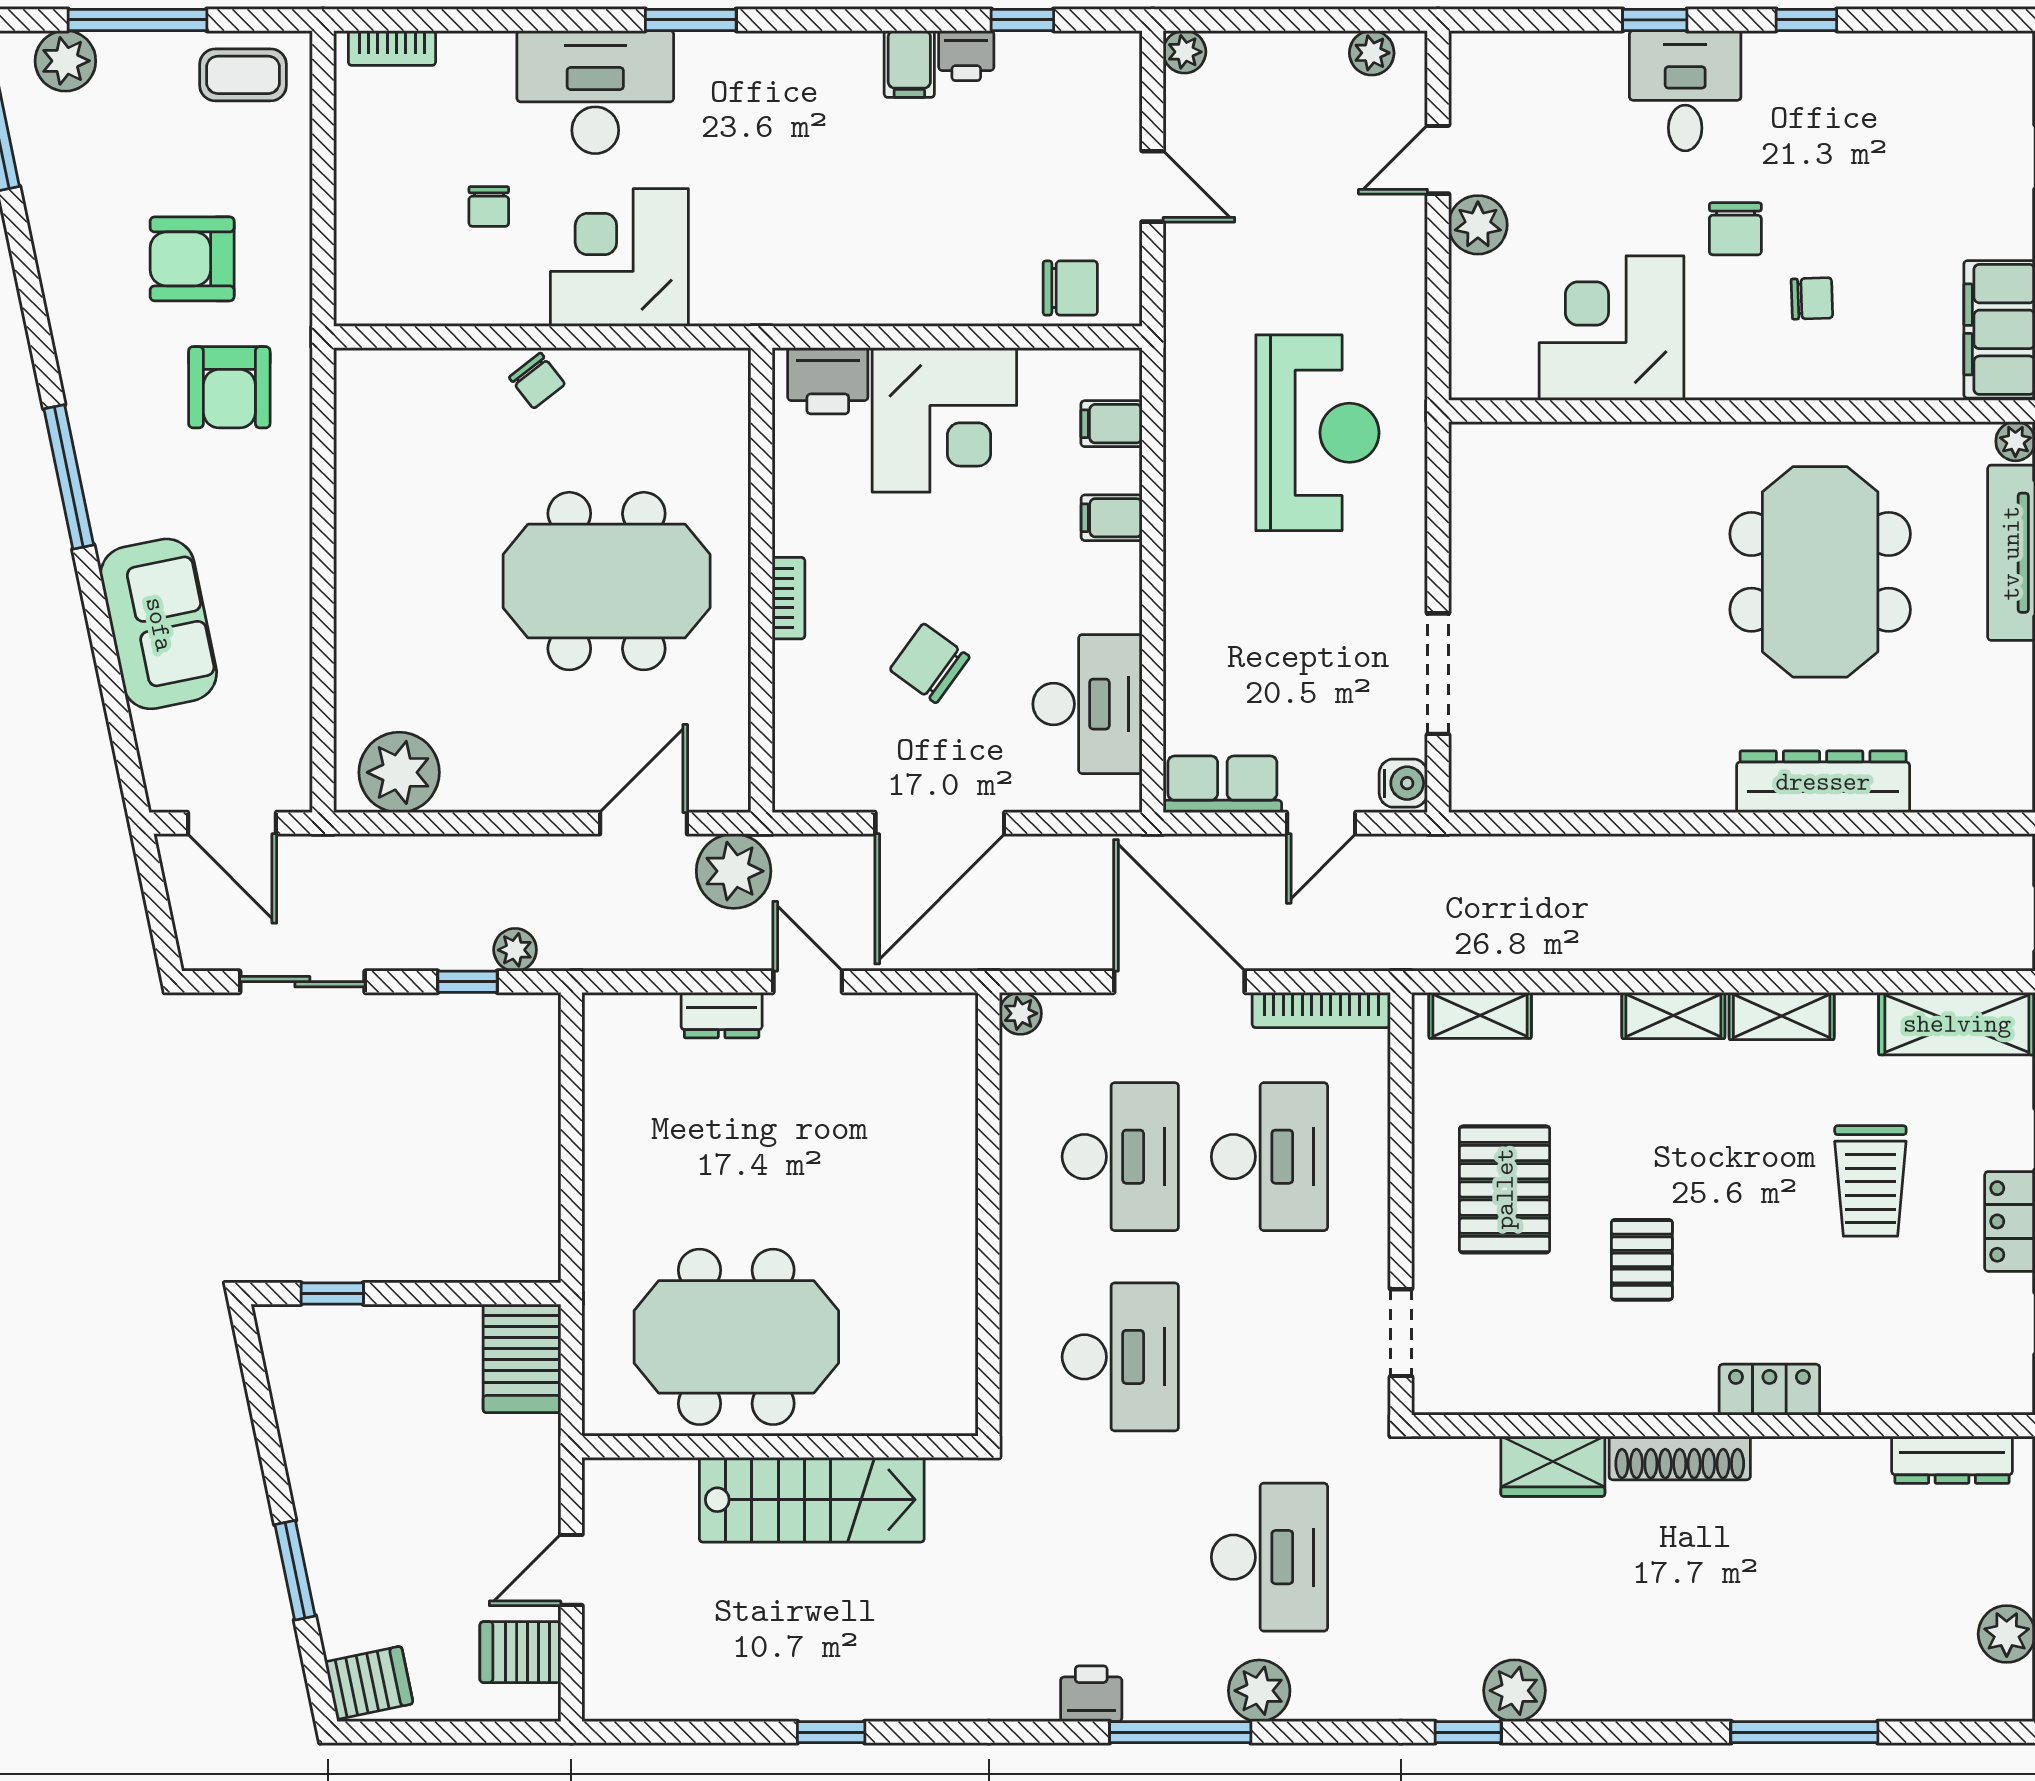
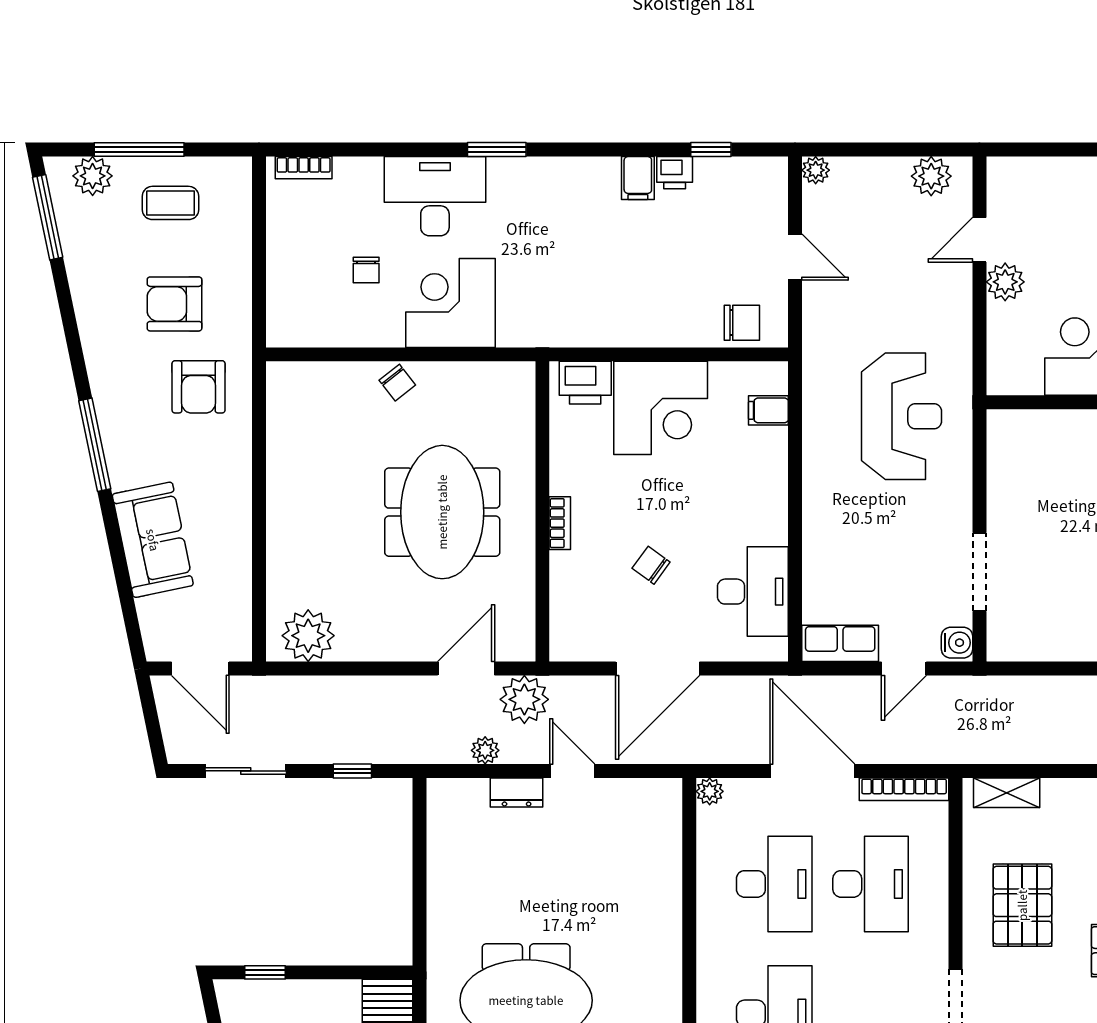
plant: (1372, 53) -> (931, 176), width x1.38, depth x1.38
coffee table: (243, 75) -> (170, 203), moved
filing cabinet: (1112, 518) -> (769, 471), removed
meeting table: (607, 581) -> (442, 512), turned 90
chair: (930, 663) -> (651, 565), width x0.73, depth x0.73
plant: (515, 950) -> (485, 750), moved

